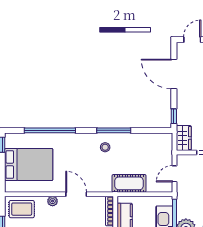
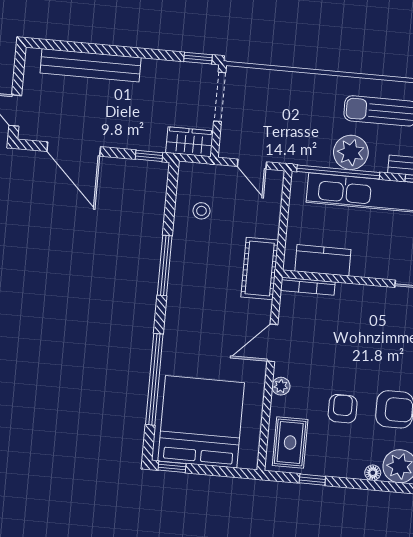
door: (174, 74) -> (74, 149), hinge flipped
stool: (105, 147) -> (201, 211), moved
bed: (29, 165) -> (201, 422), width x1.36
cot: (129, 183) -> (260, 268), moved

